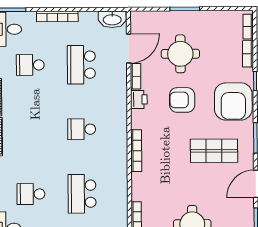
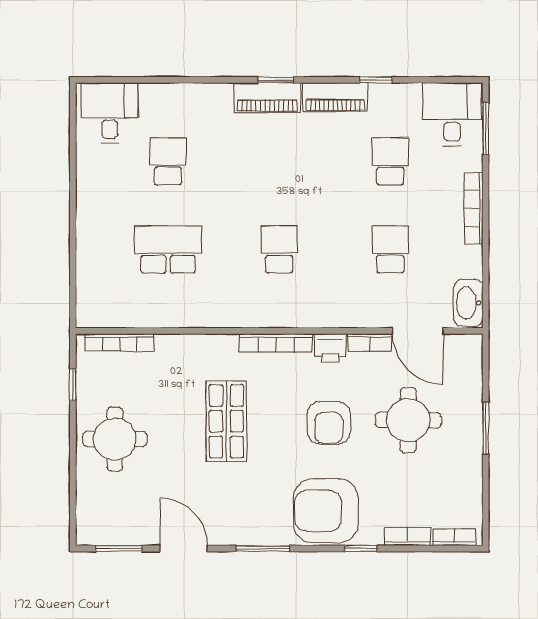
school desk: (81, 65) -> (390, 249), width x0.54
armchair: (182, 100) -> (329, 423), turned 180
bookcase: (136, 151) -> (276, 343), moved
shop shelf: (214, 151) -> (226, 421), moved

